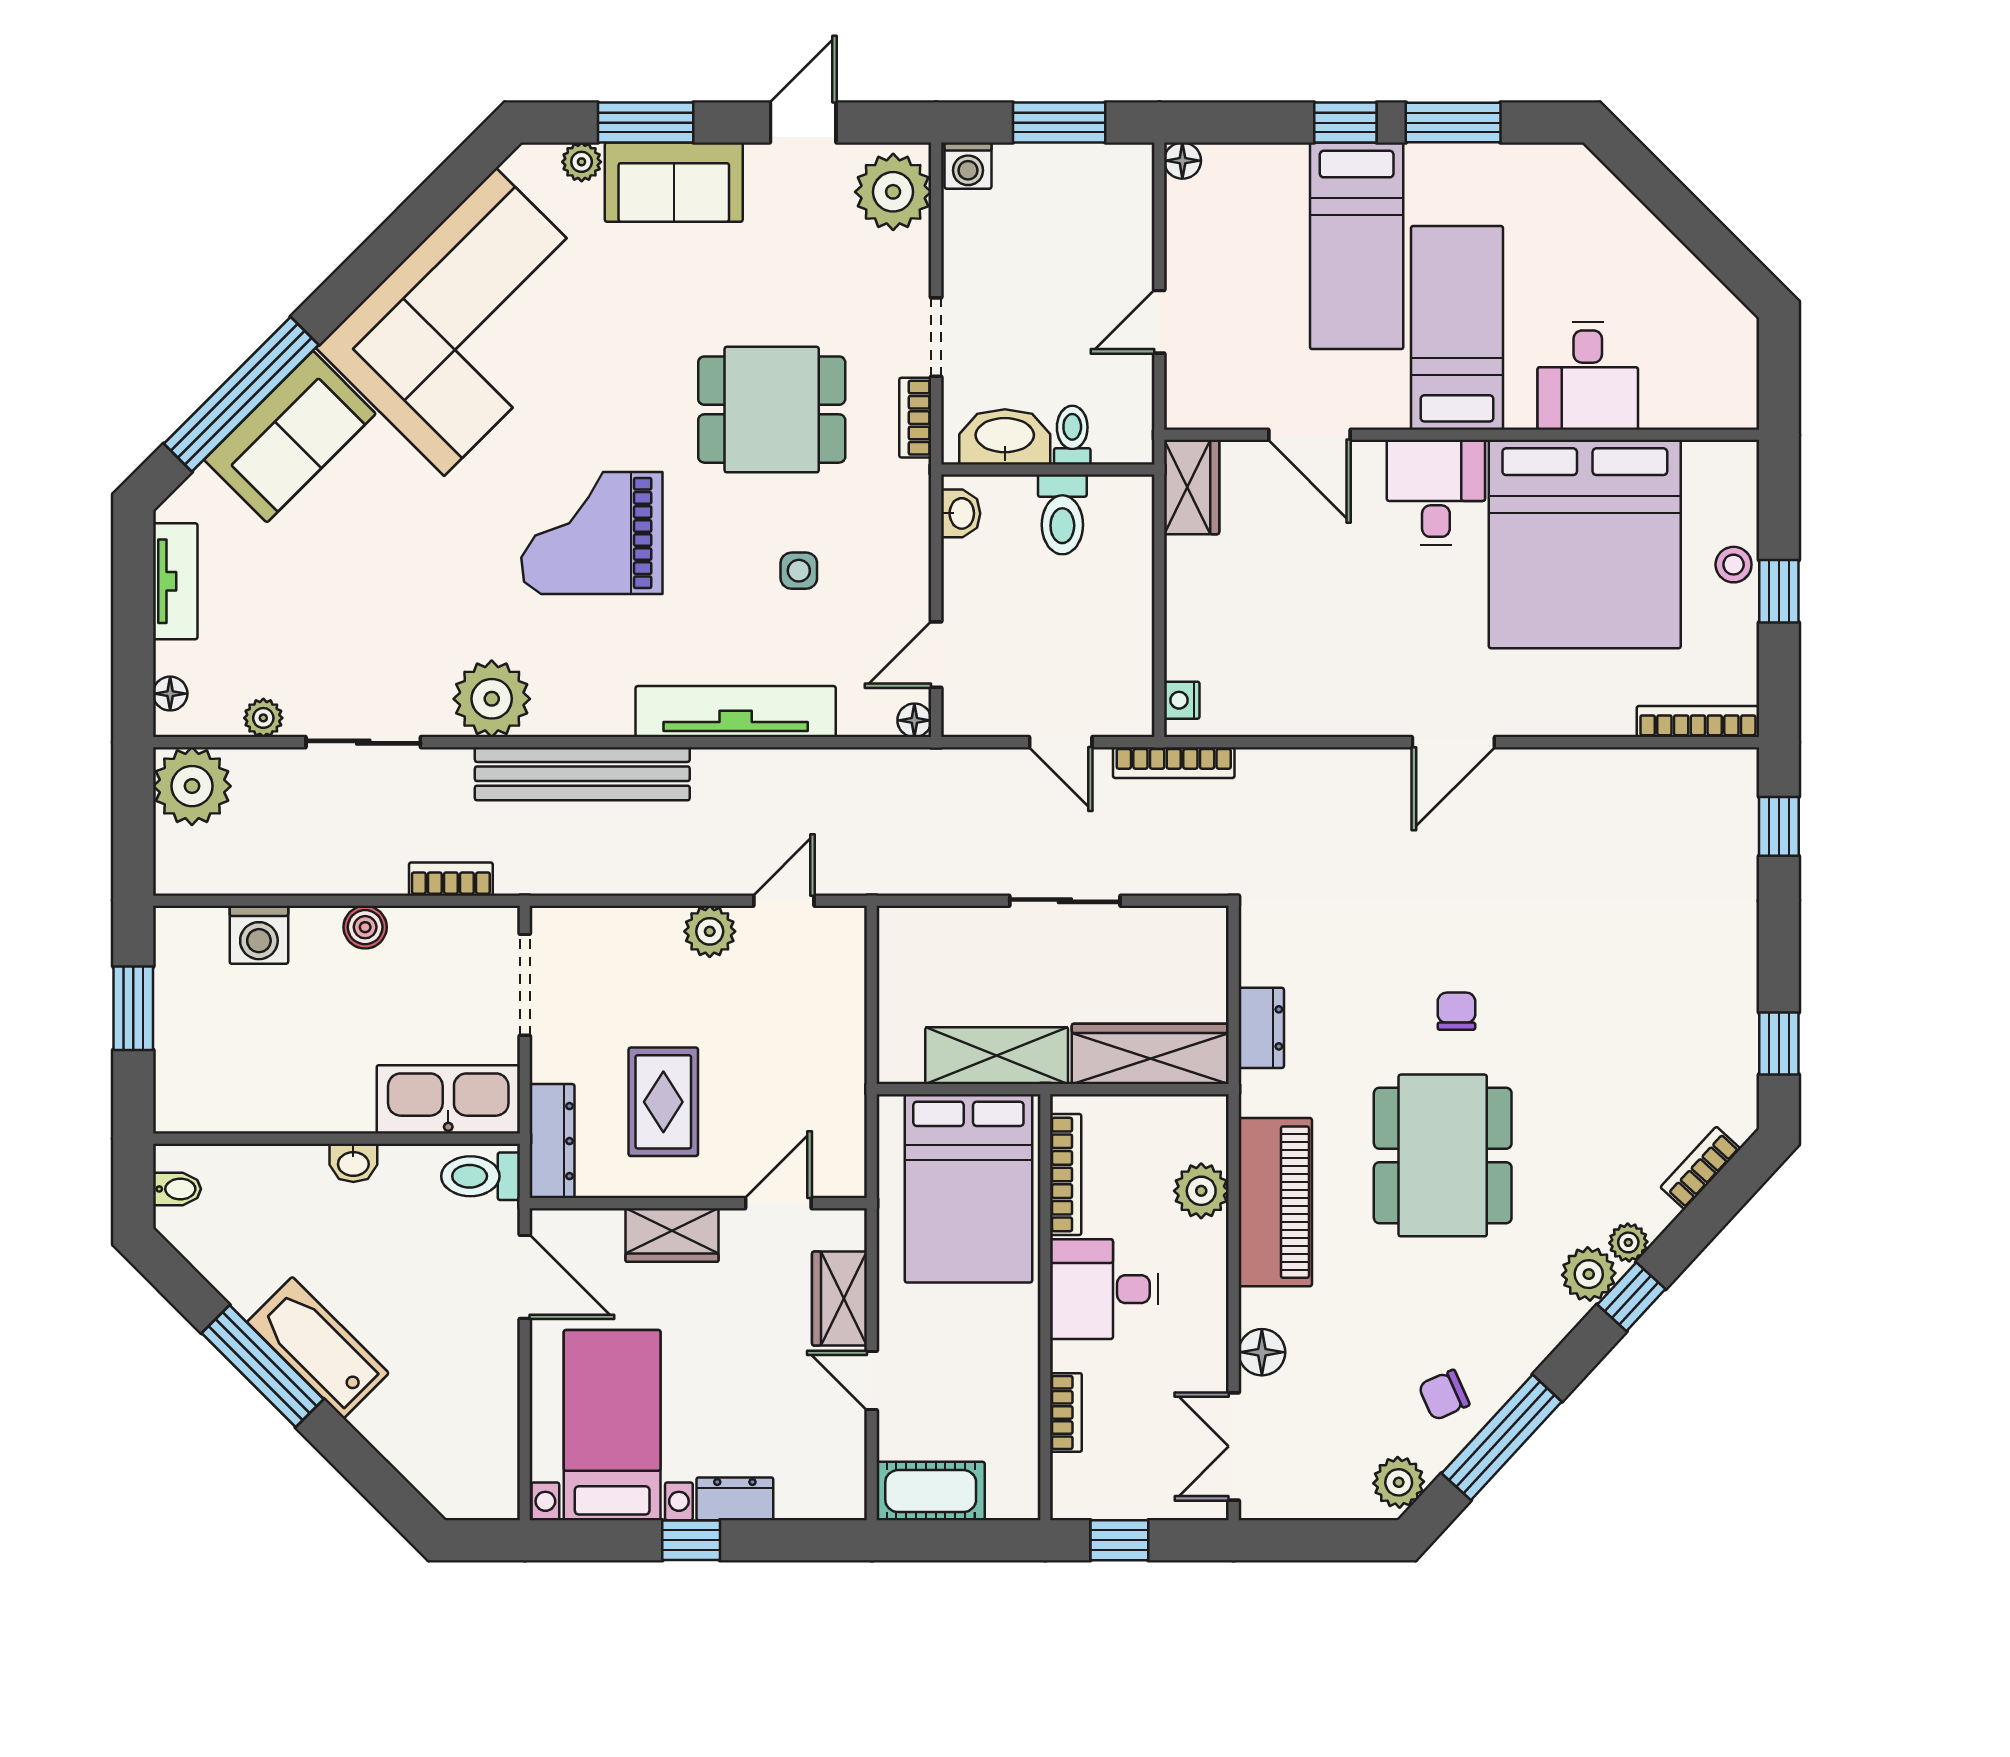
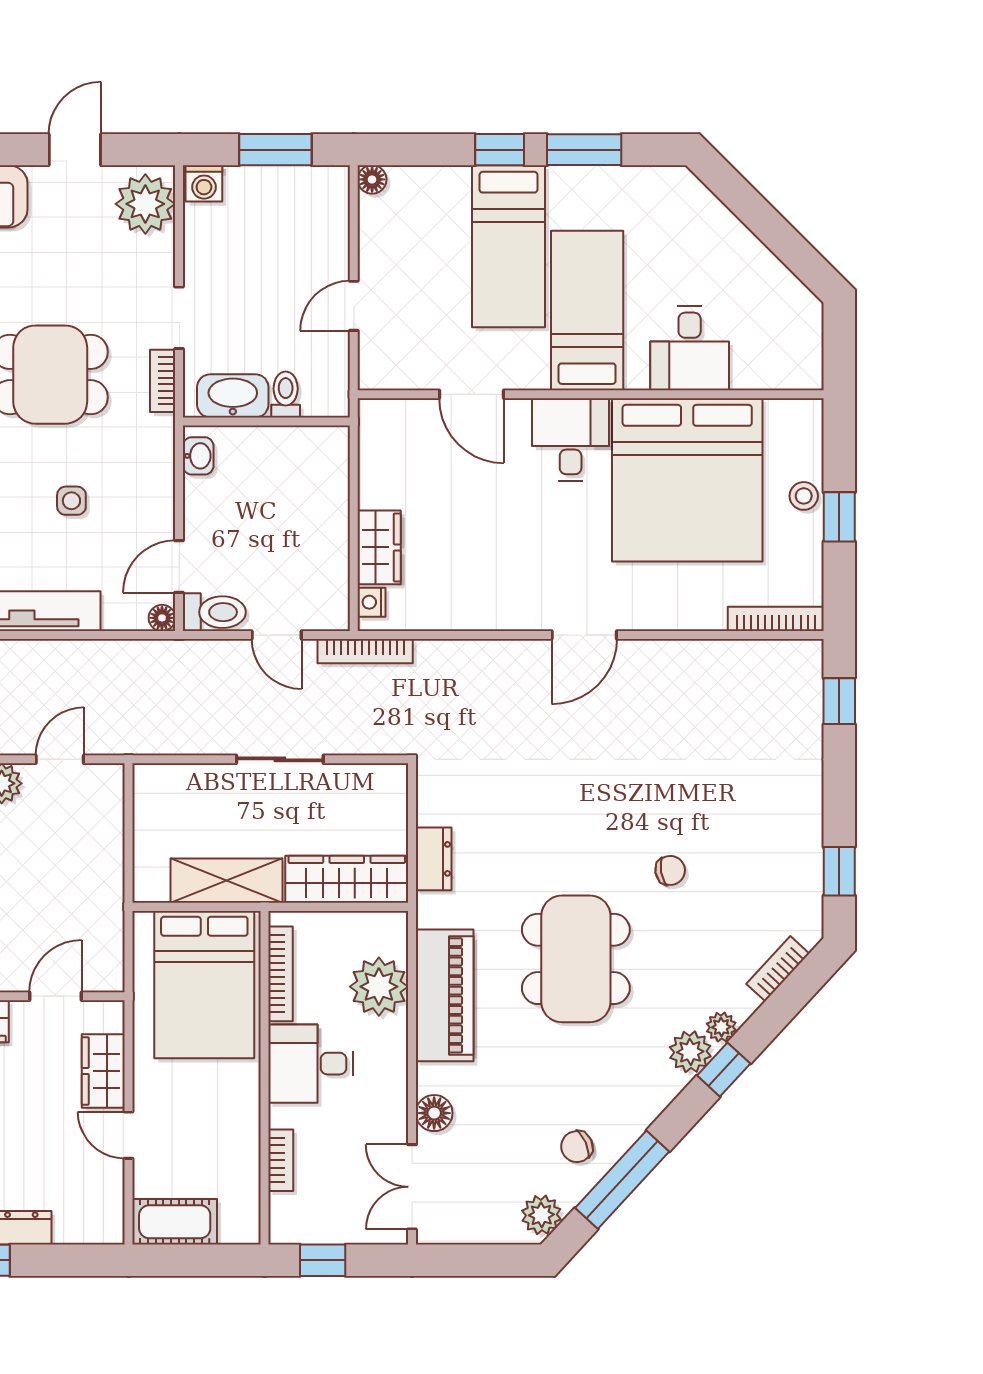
wardrobe: (1192, 487) -> (379, 547), moved
toilet: (1062, 514) -> (214, 612), moved, turned -90
chair: (1456, 1011) -> (670, 870), moved, turned 80
plant: (1201, 1191) -> (379, 987), width x1.36, depth x1.36

